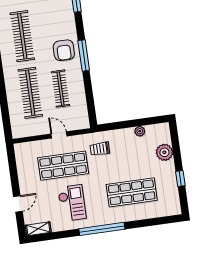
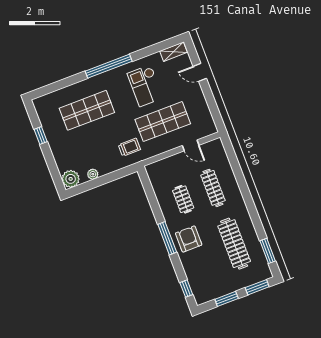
clothes rail: (60, 89) -> (183, 199), width x0.73
clothes rail: (30, 93) -> (213, 188), width x0.73, depth x0.76
door: (59, 135) -> (191, 145), moved
plant: (164, 152) -> (71, 179), moved
door: (18, 204) -> (200, 72), hinge flipped

